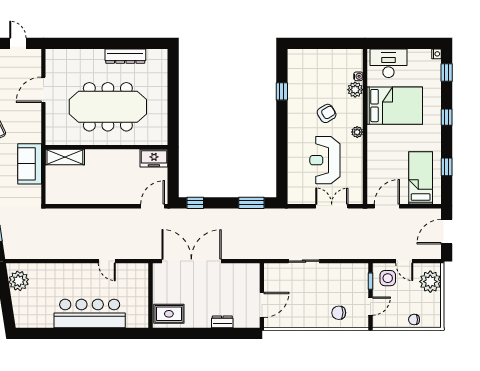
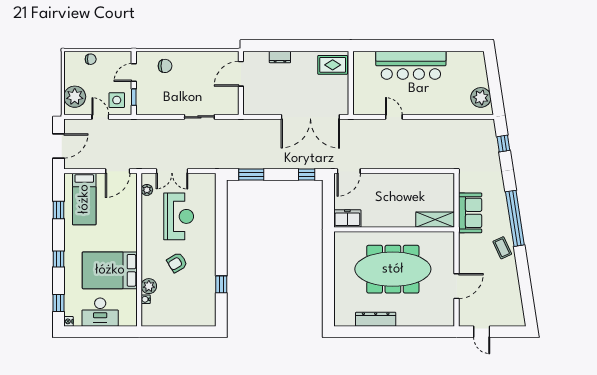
desk: (388, 63) -> (100, 312), moved
plant: (357, 132) -> (147, 190), moved

